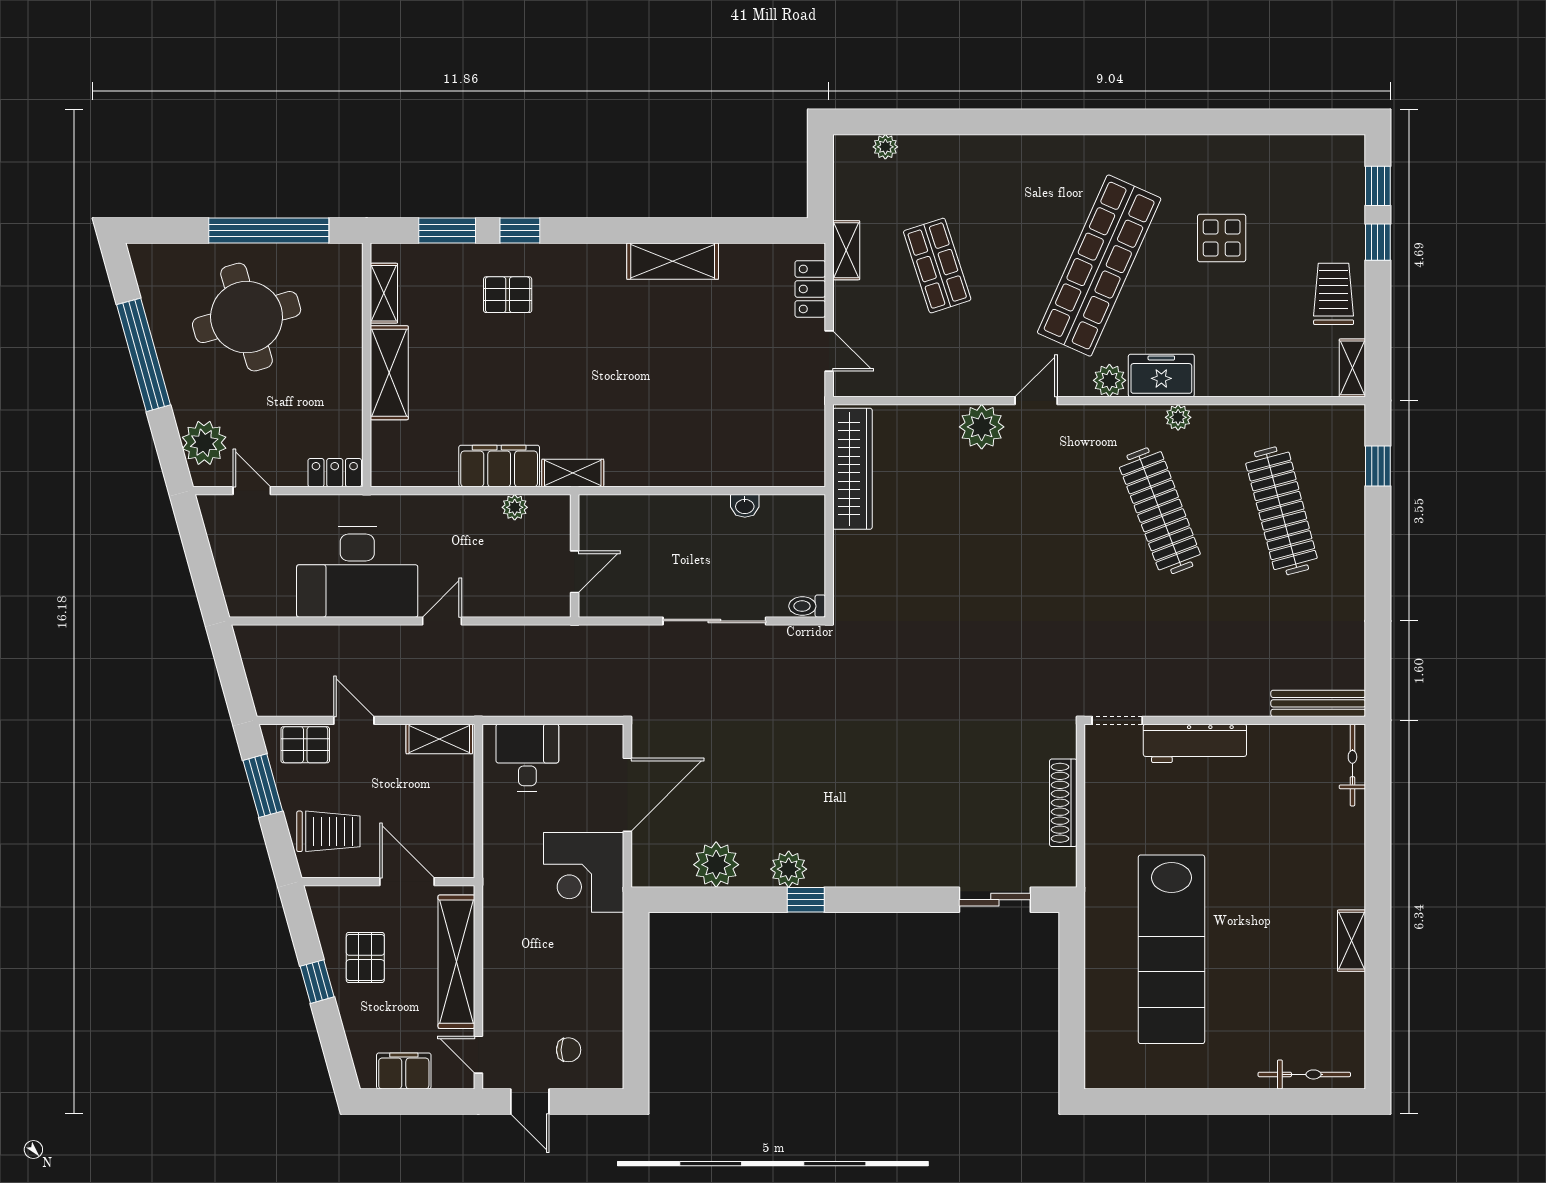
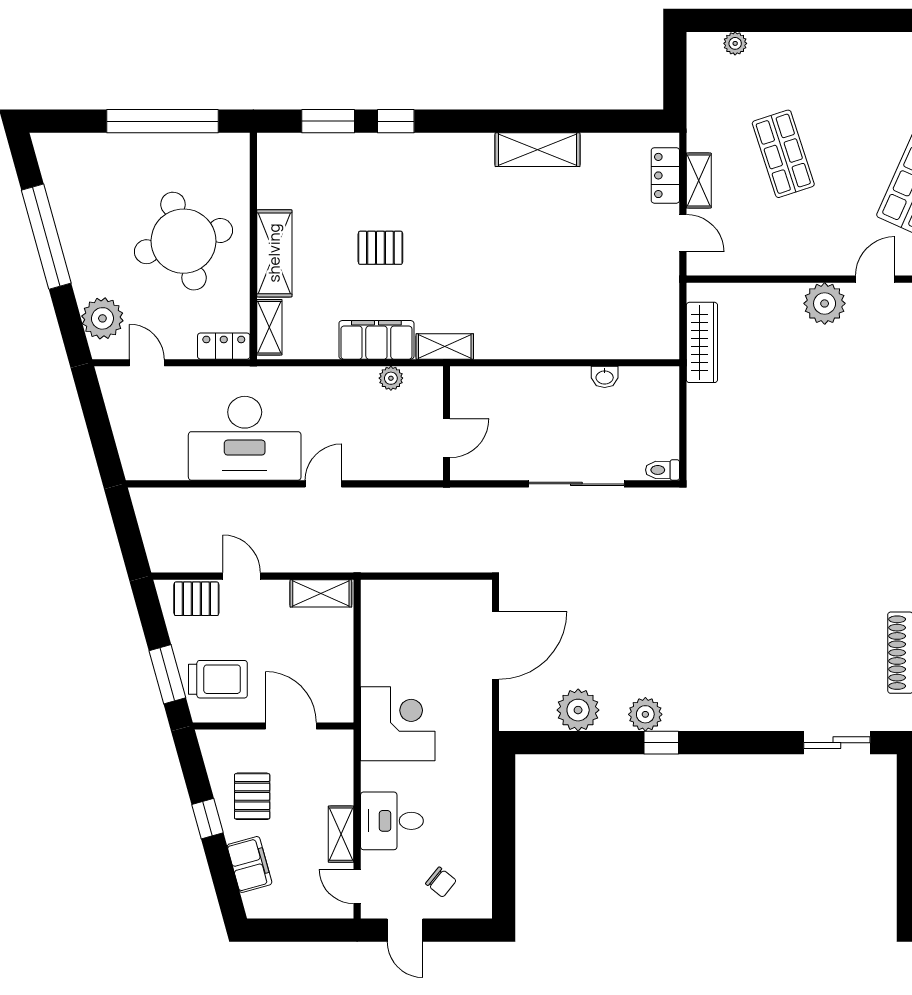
shelving: (846, 250) -> (699, 181), moved
shelving: (384, 293) -> (269, 327), moved
pallet: (508, 295) -> (380, 248), moved
round table: (247, 317) -> (183, 241), moved
wardrobe: (852, 469) -> (702, 342), width x0.71, depth x0.85
desk: (527, 758) -> (392, 821), moved, turned -90
window: (263, 786) -> (167, 674), moved
corner desk: (584, 872) -> (398, 724), moved, turned 180
shelving: (456, 962) -> (341, 834), width x0.45, depth x0.75
chair: (569, 1050) -> (441, 882), turned 39
filing cabinet: (404, 1071) -> (249, 864), moved, turned 75

